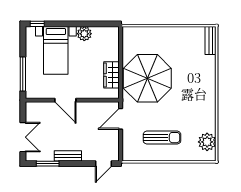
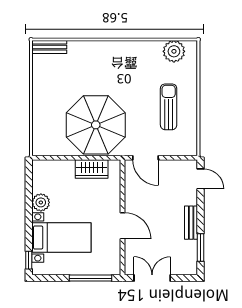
door: (65, 100) -> (123, 226), hinge flipped
double door: (23, 137) -> (152, 278), moved

